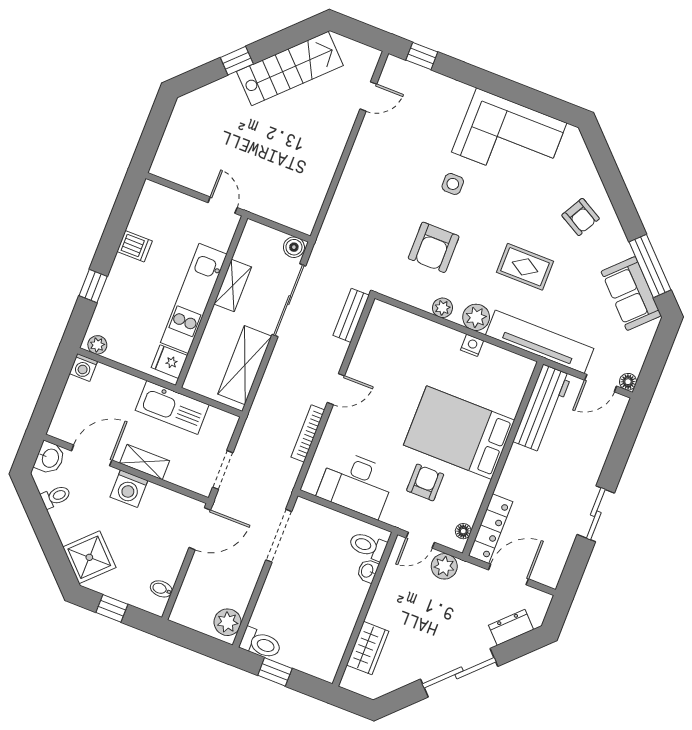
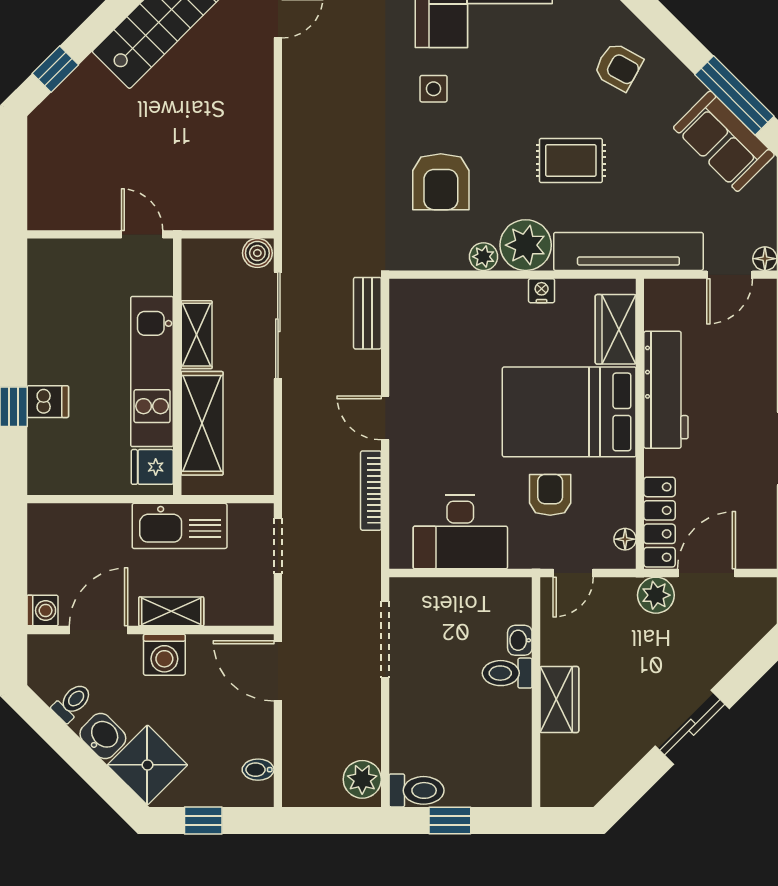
window: (237, 61) -> (55, 69), moved
dishwasher: (135, 246) -> (48, 402), moved
plant: (476, 317) -> (526, 245), width x1.36, depth x1.36
plant: (97, 345) -> (49, 482), removed
shelving: (245, 365) -> (202, 423), moved
washing machine: (83, 367) -> (43, 610), moved, turned -90
door: (336, 389) -> (385, 418), swing flipped
wardrobe: (511, 390) -> (616, 329), added
workbench: (542, 408) -> (666, 390), moved
washbasin: (50, 458) -> (103, 736), moved, turned -45
doorway: (223, 470) -> (278, 546), moved
door: (200, 529) -> (278, 671), swing flipped
toilet: (368, 546) -> (507, 673), moved
plant: (444, 566) -> (656, 595), moved
dresser: (511, 627) -> (737, 641), removed
wardrobe: (368, 648) -> (559, 699), moved
sliding door: (459, 673) -> (692, 727), width x0.73

